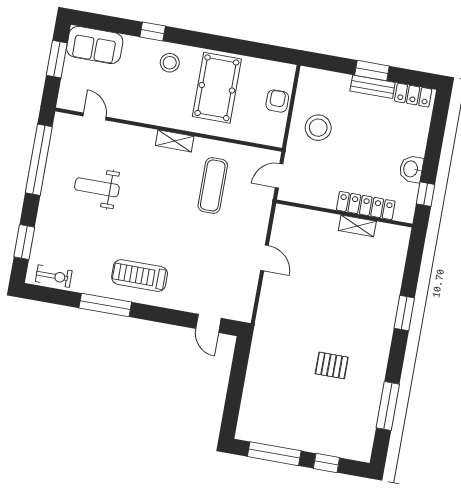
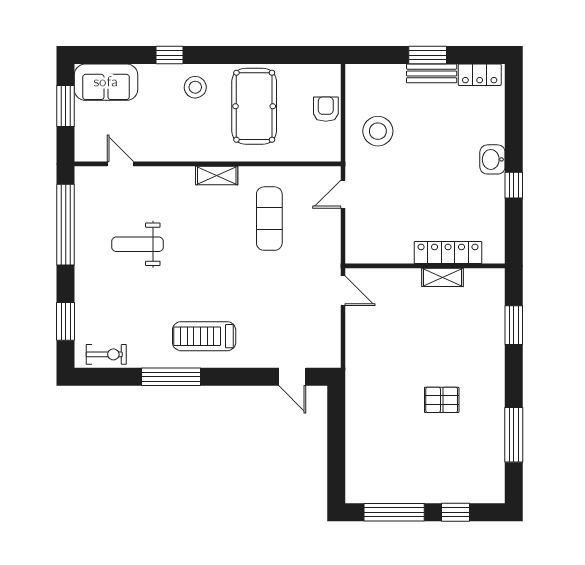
locker: (366, 206) -> (448, 253), moved
wall: (344, 213) -> (425, 266), moved
shelving: (357, 226) -> (442, 277), moved

